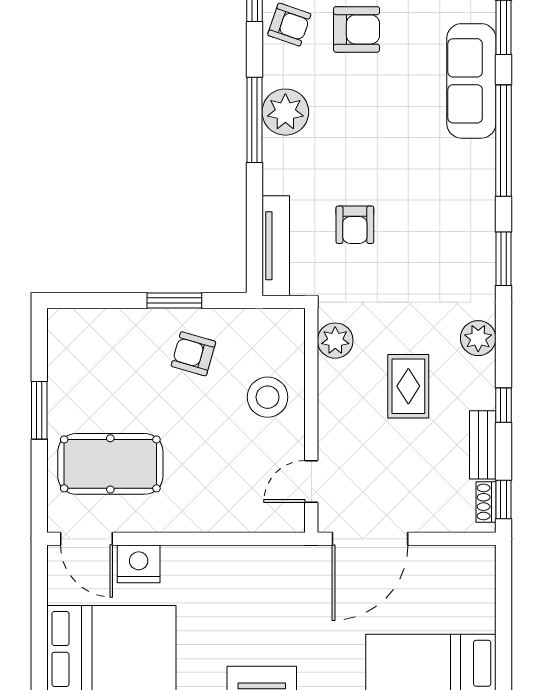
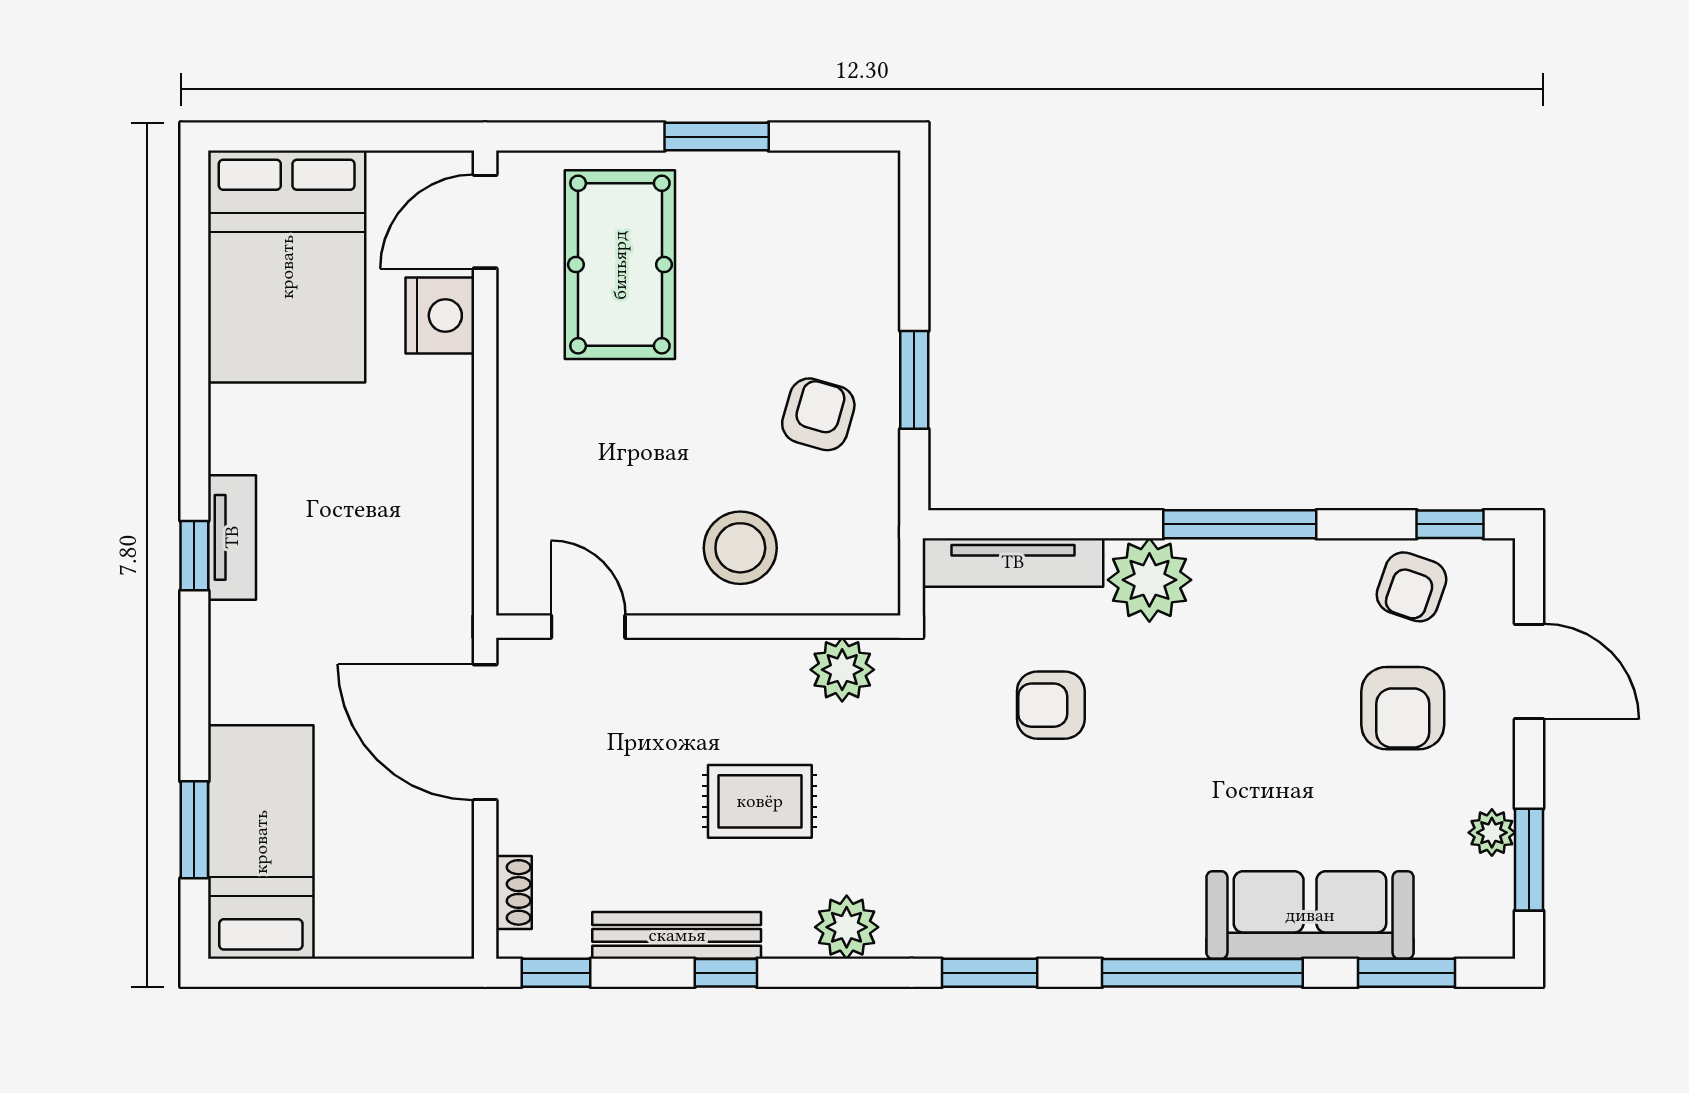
plant: (285, 112) -> (1149, 580), moved
bench: (483, 445) -> (677, 935), width x1.36
shoe rack: (486, 502) -> (514, 892), moved, turned 90

